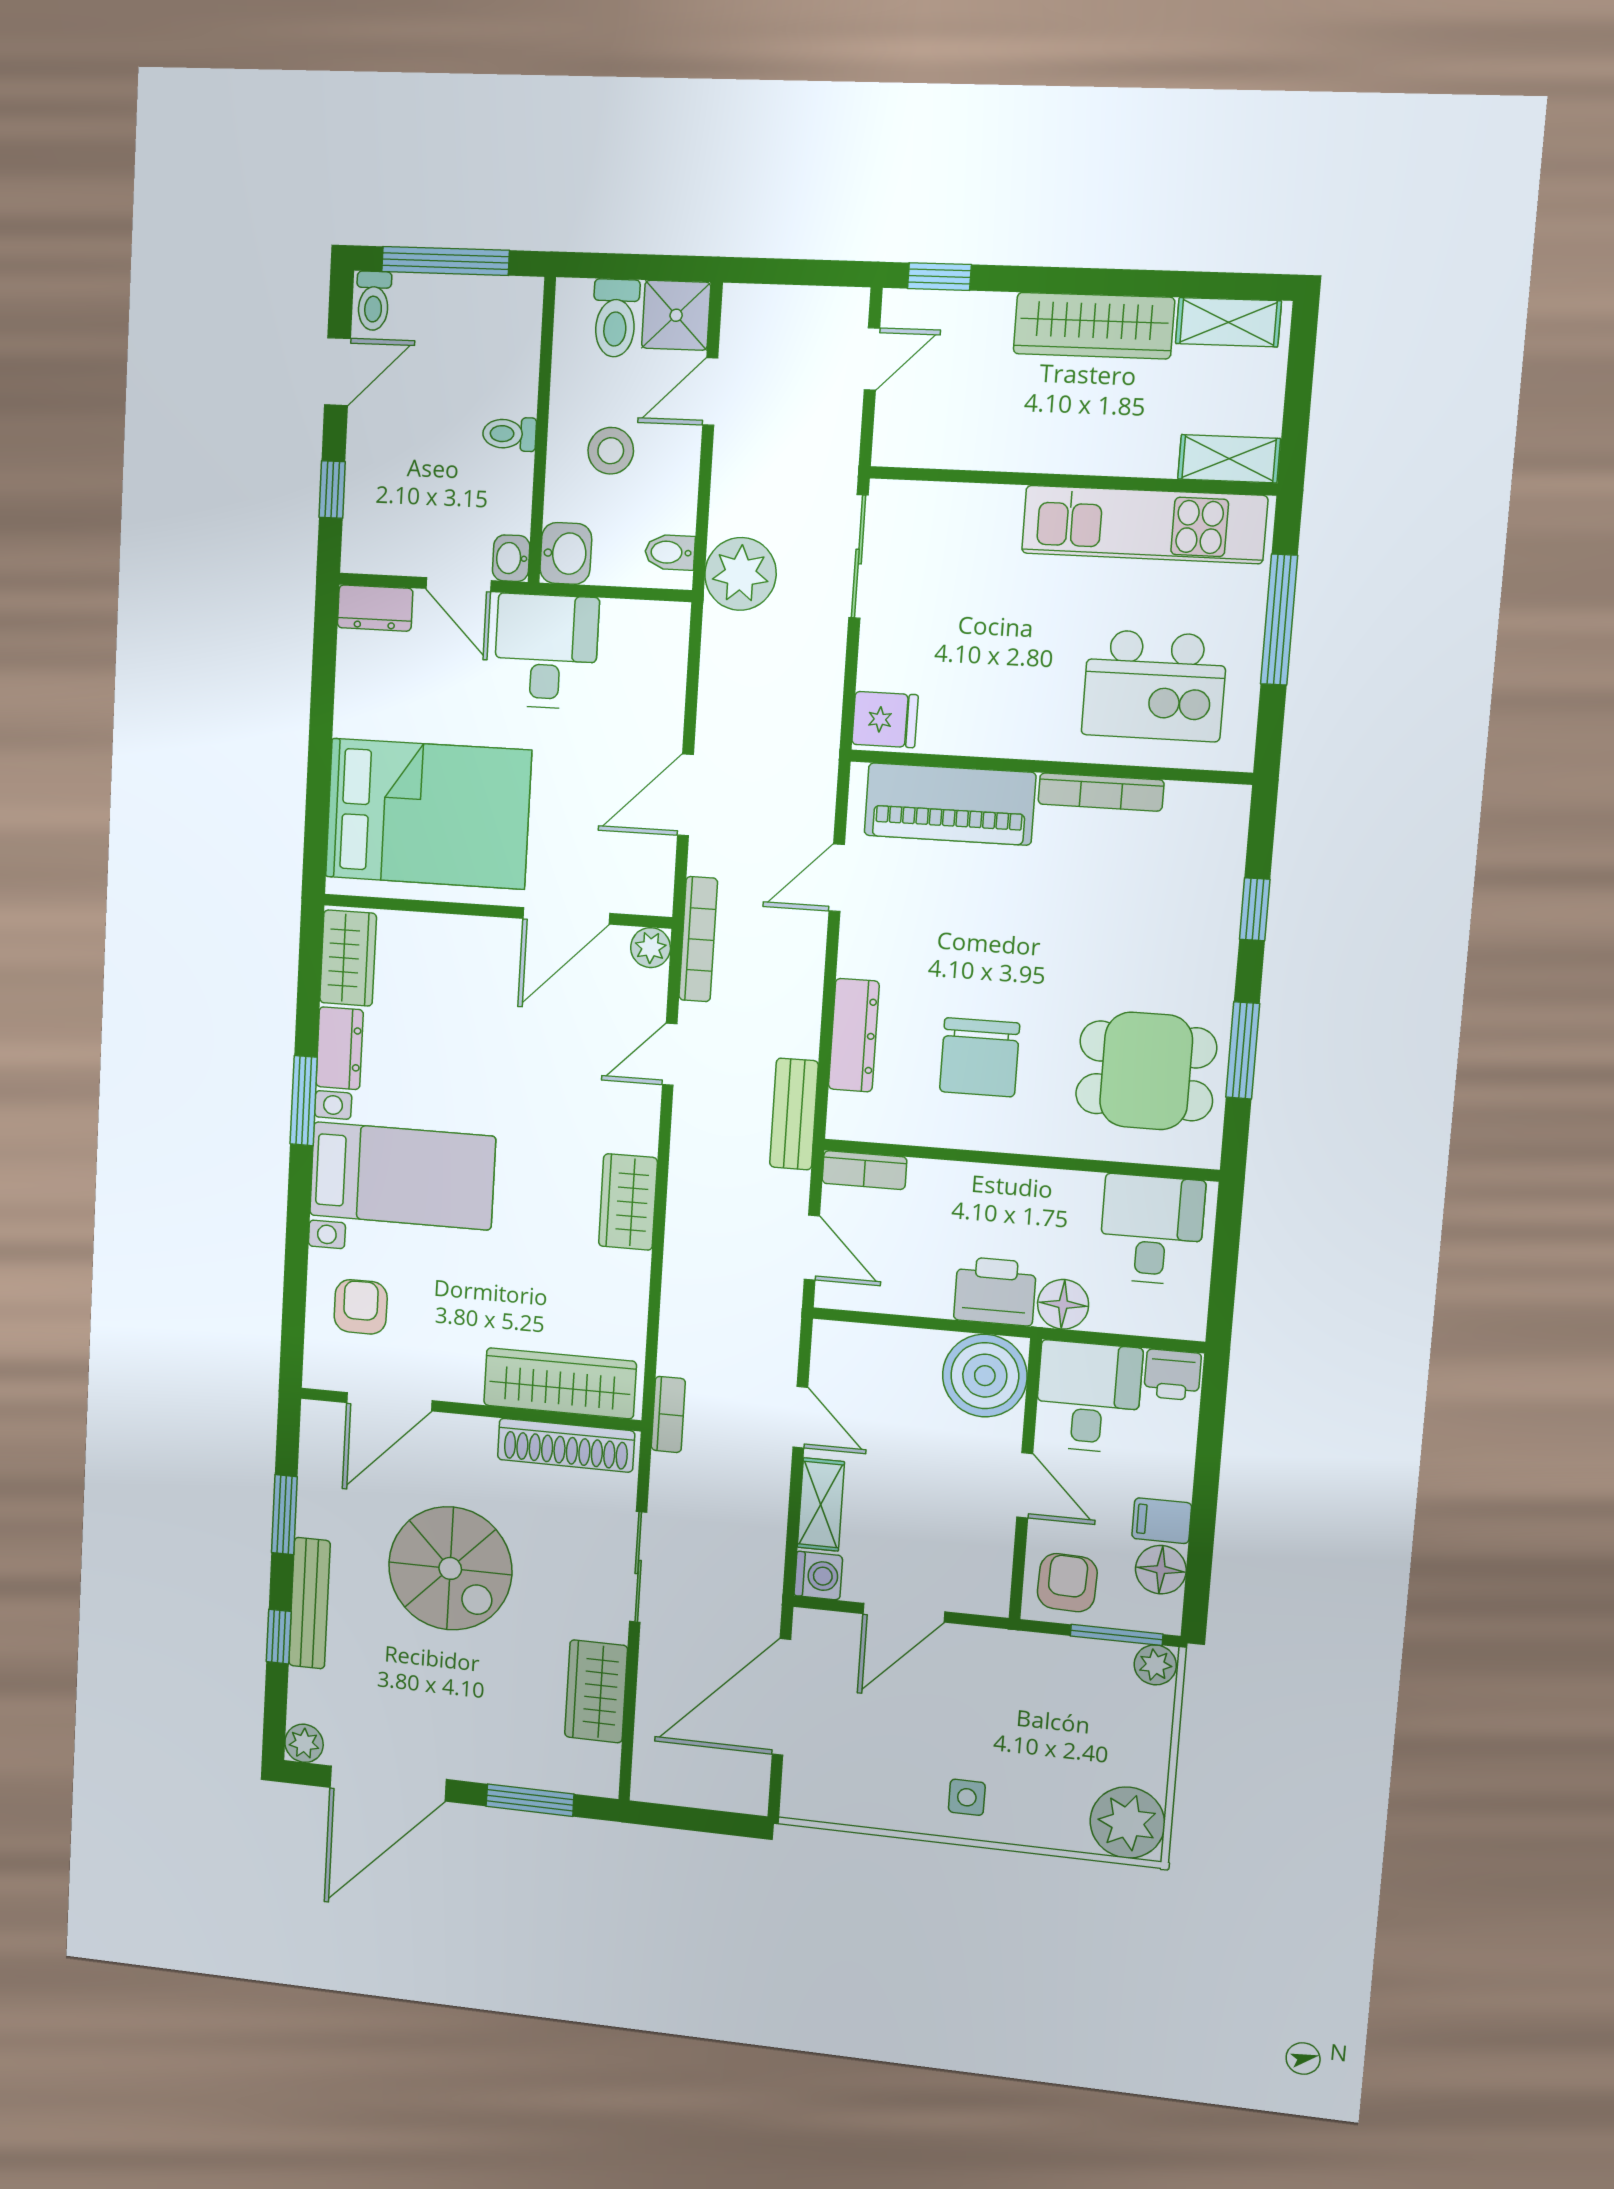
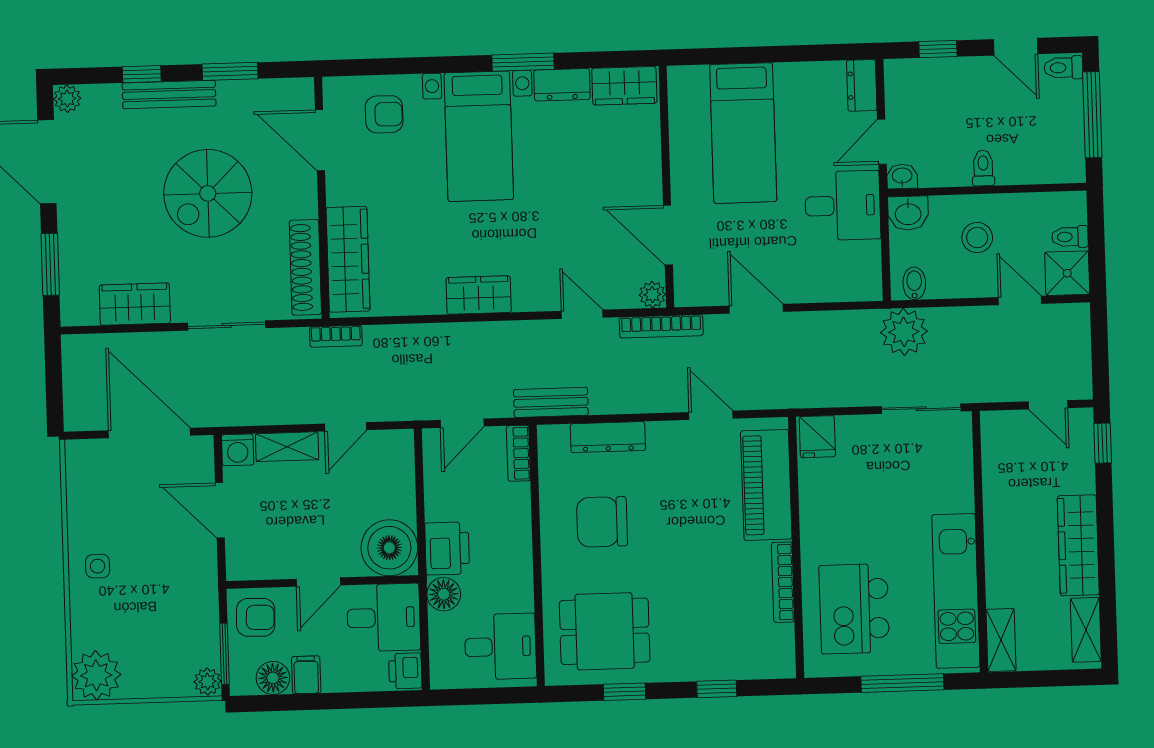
toilet: (615, 318) -> (1070, 237), width x0.73, depth x0.72
bed: (428, 814) -> (743, 133), width x0.67
window: (1243, 1050) -> (625, 692), width x0.67
dining table: (1146, 1071) -> (605, 631), turned 90

